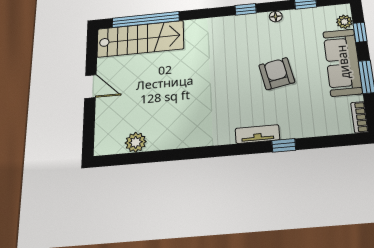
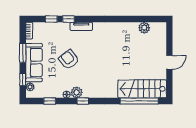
plant: (258, 22) -> (77, 92), added
armchair: (277, 74) -> (69, 60), turned 153
door: (90, 87) -> (169, 62), swing flipped
window: (318, 142) -> (51, 19), added

